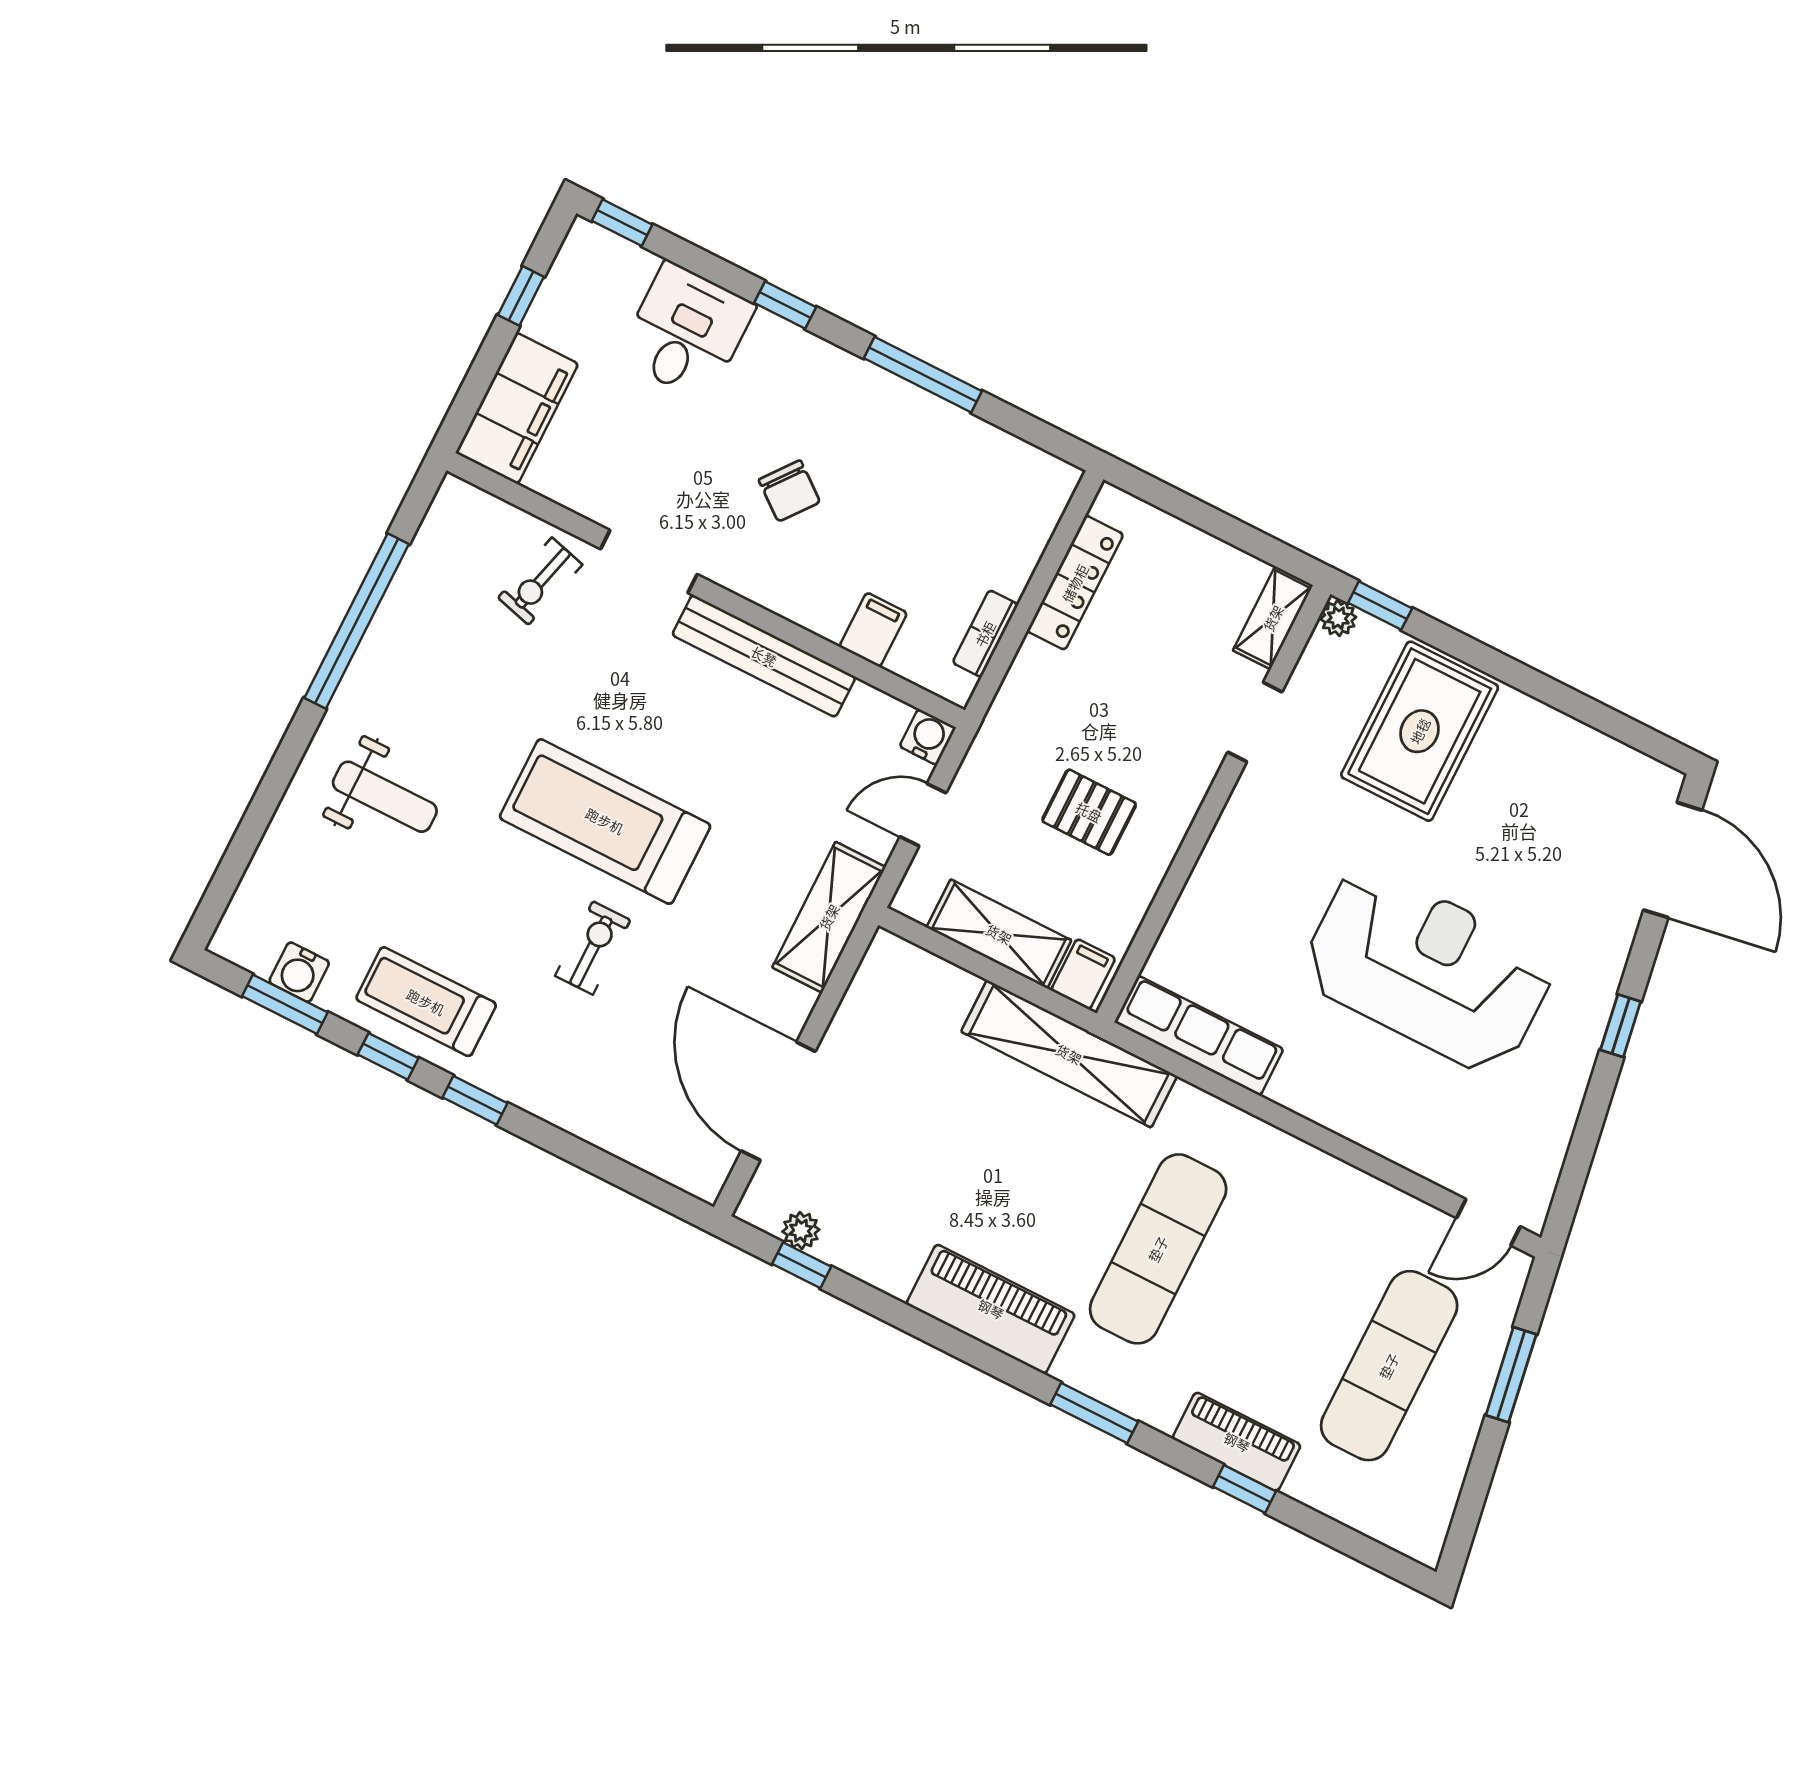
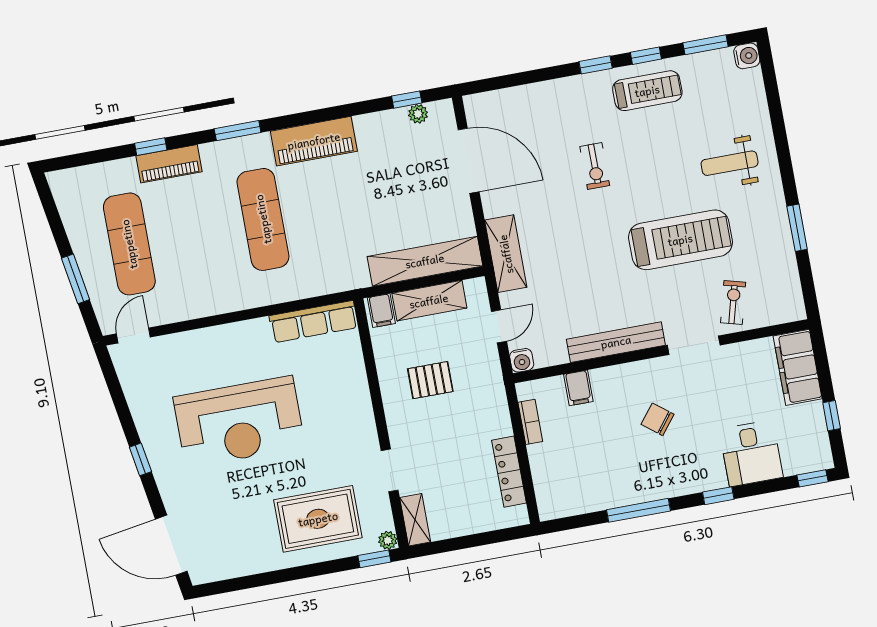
window: (357, 621) -> (797, 228), width x0.47
rug: (1420, 731) -> (318, 519), turned 90
treadmill: (605, 821) -> (680, 240), moved
water cooler: (299, 972) -> (747, 56), moved, turned 90
shelving: (1069, 1054) -> (425, 261), moved

